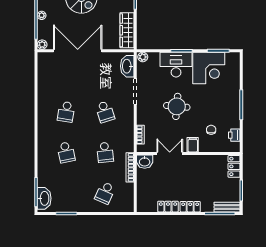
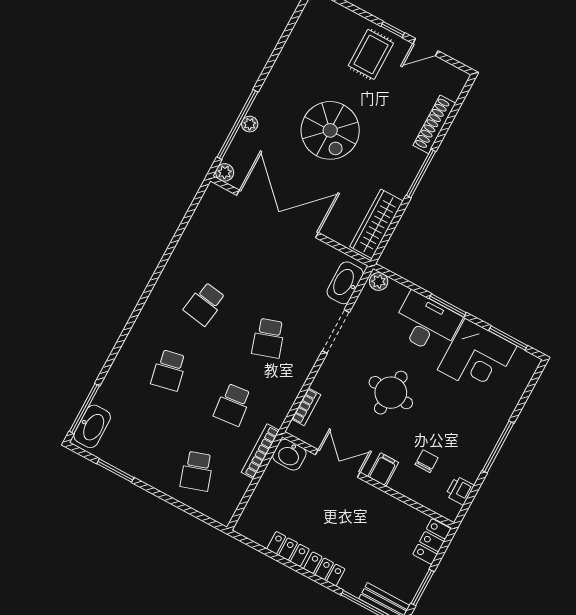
school desk: (105, 193) -> (197, 471), turned -42

